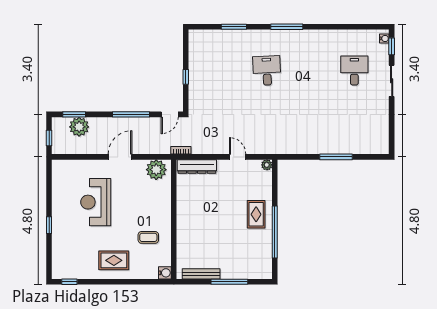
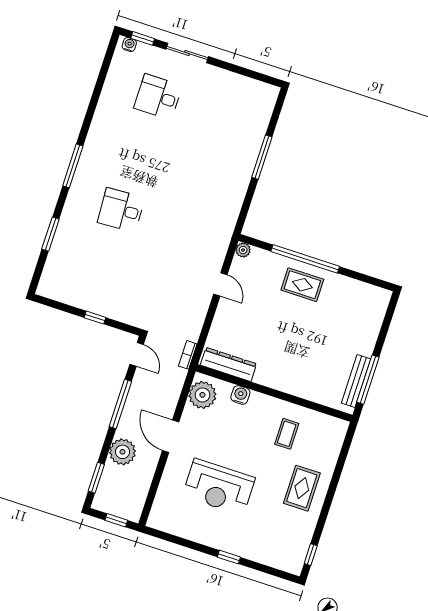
plant: (79, 127) -> (122, 452), moved
door: (238, 157) -> (220, 284), swing flipped
dresser: (197, 167) -> (228, 364), moved, turned -90
window: (275, 232) -> (305, 259), moved
water cooler: (165, 273) -> (240, 395), moved
window: (229, 282) -> (368, 380), moved

